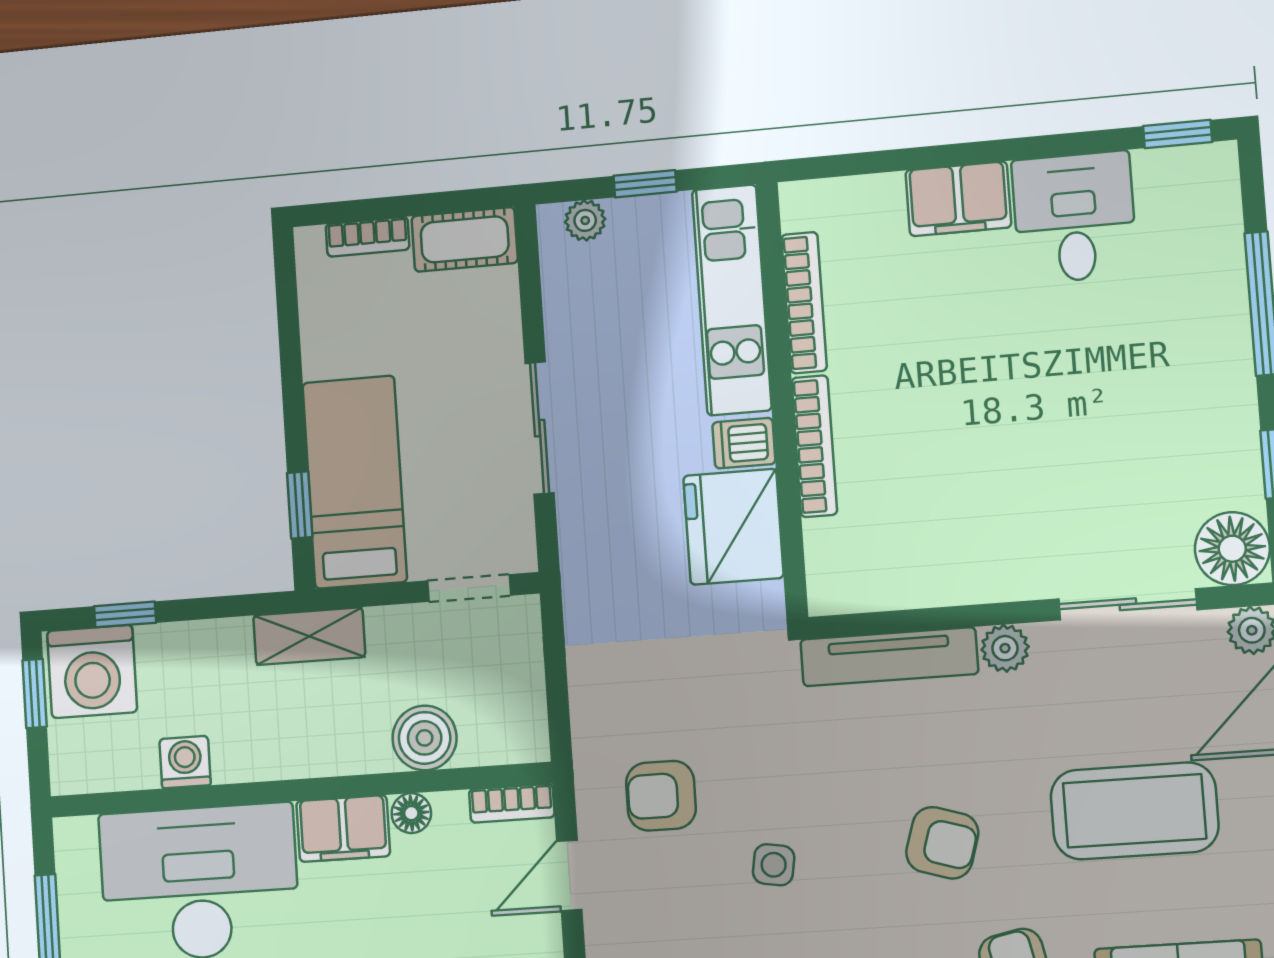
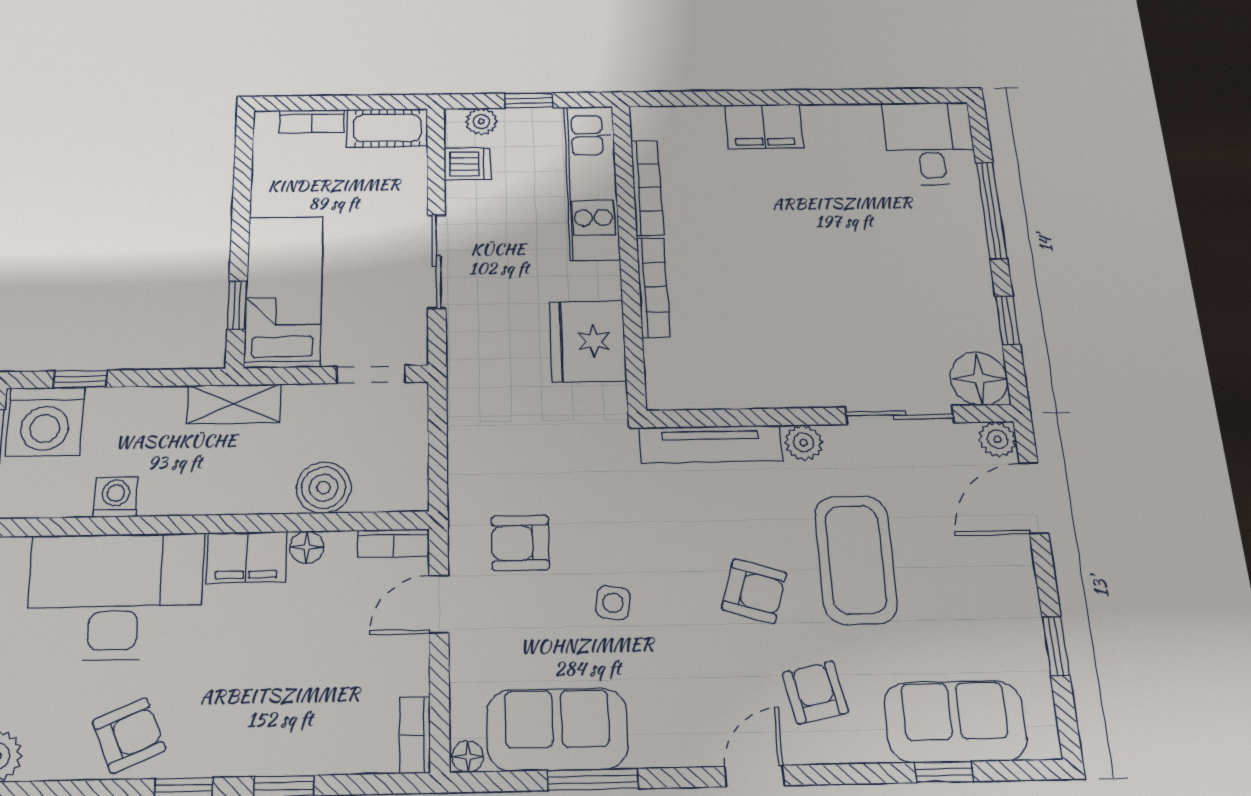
window: (1178, 134) -> (924, 96), removed
desk: (1074, 217) -> (930, 143), moved
dishwasher: (744, 443) -> (467, 164), moved, turned 180
coffee table: (1134, 811) -> (856, 559), moved, turned 90

